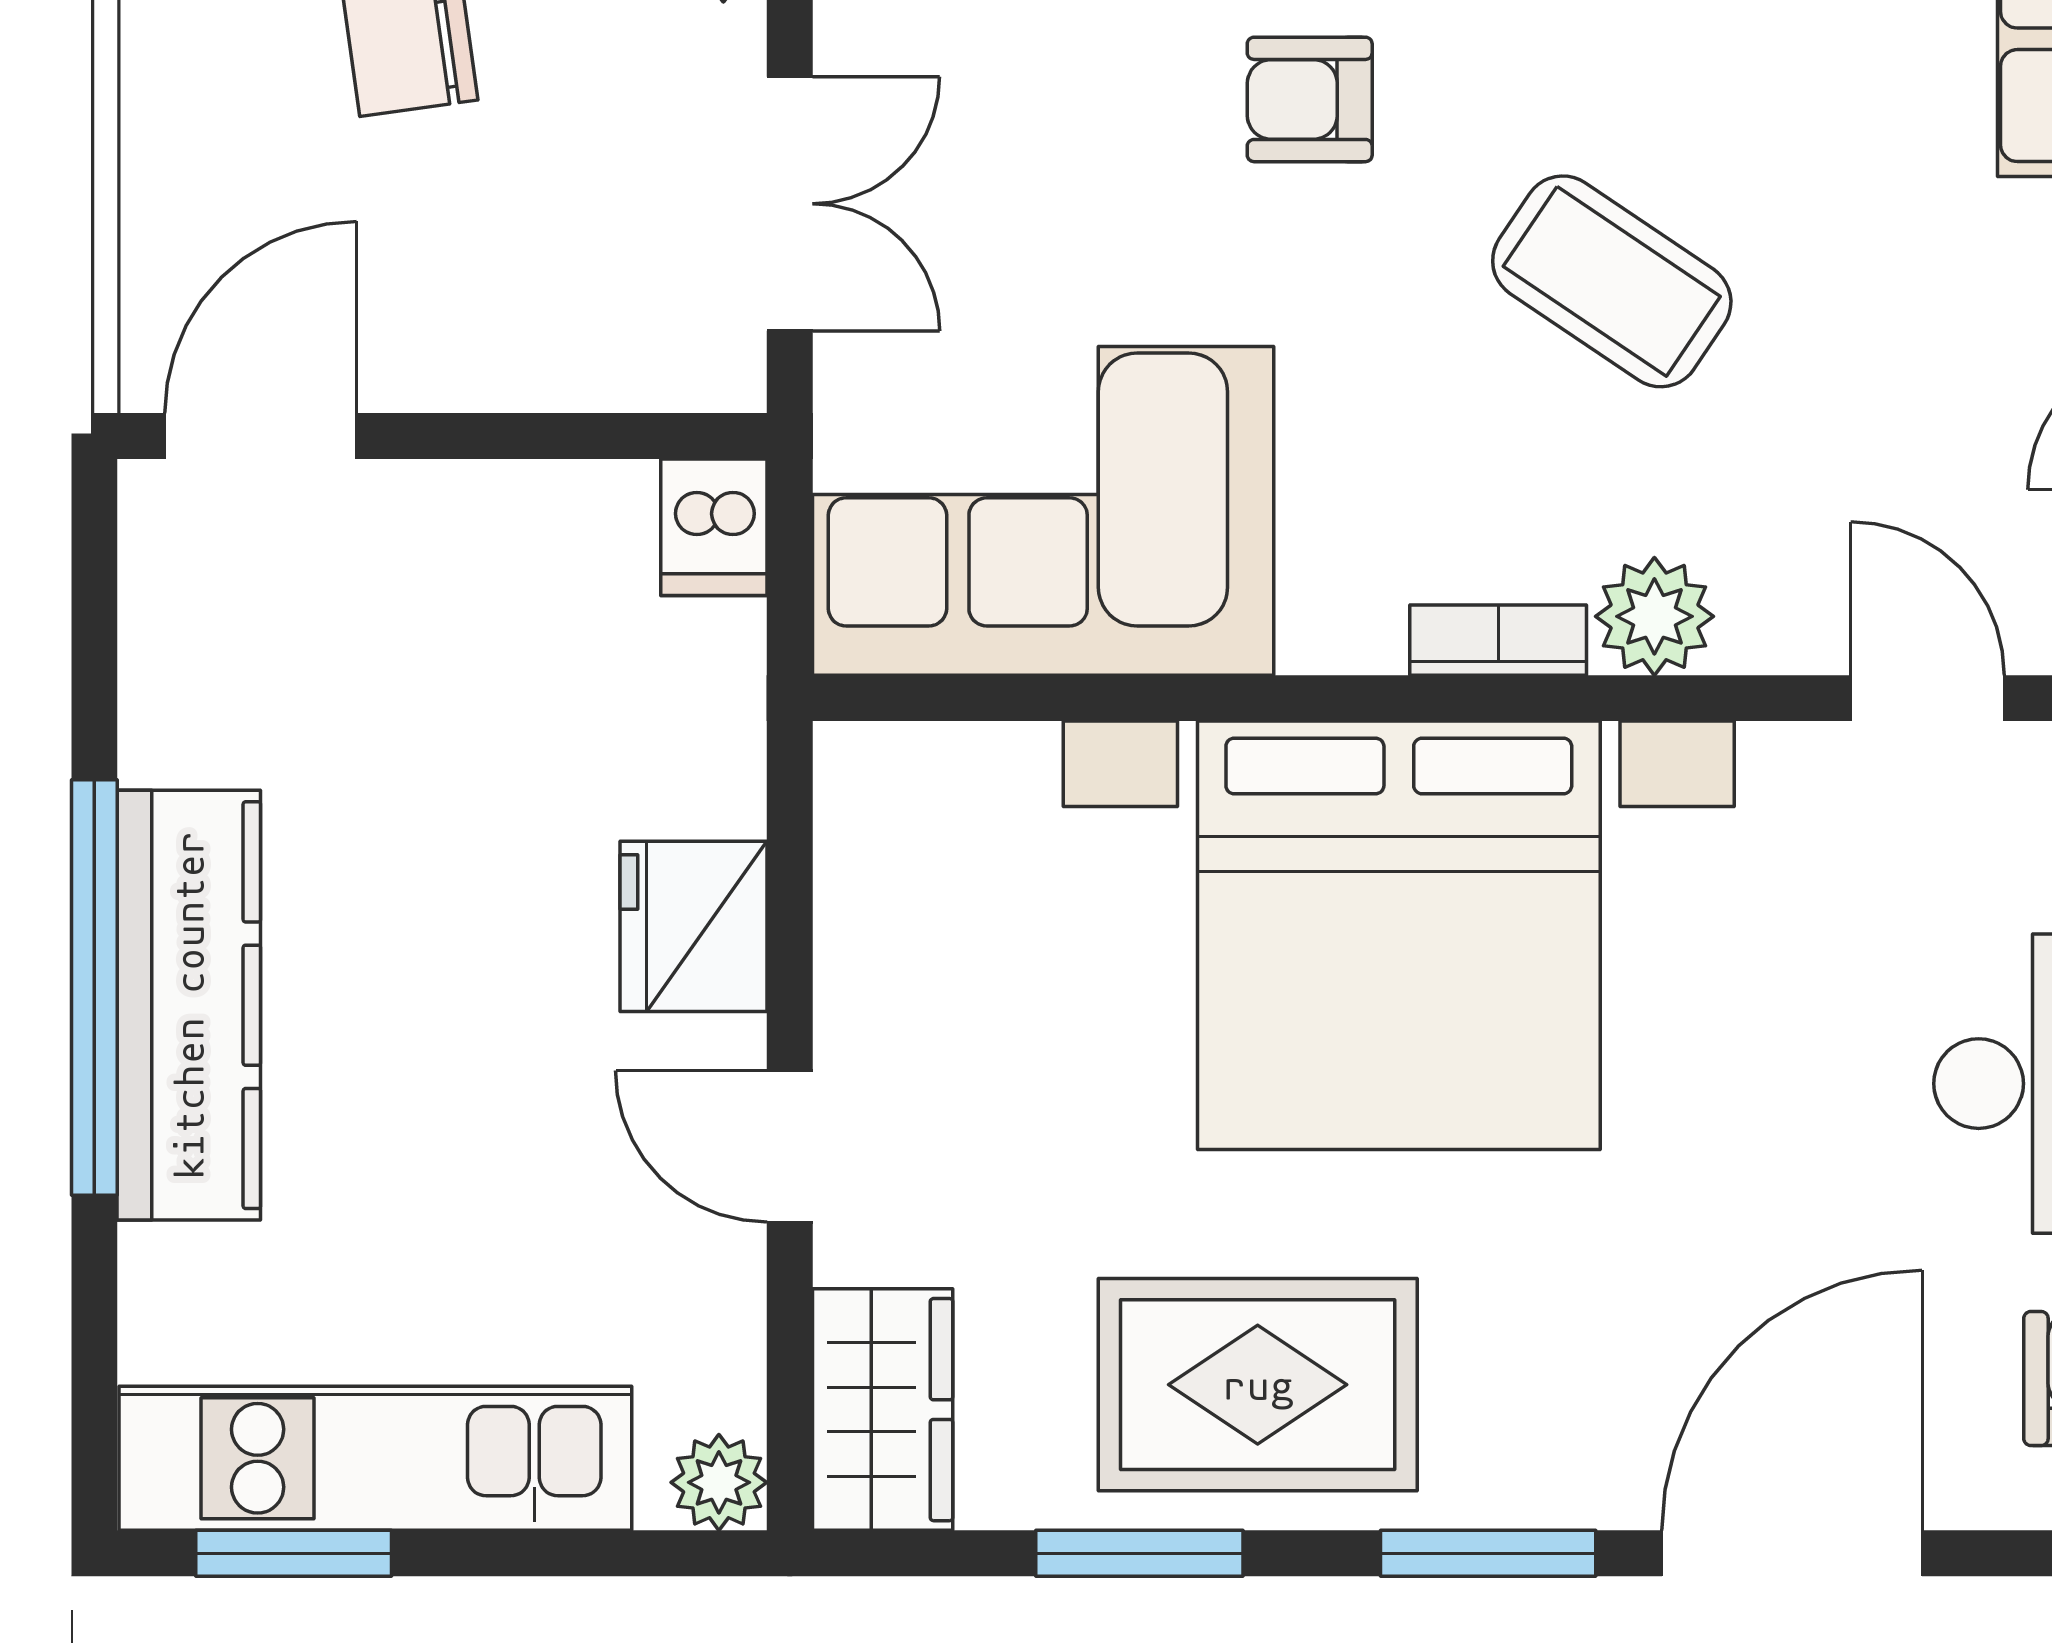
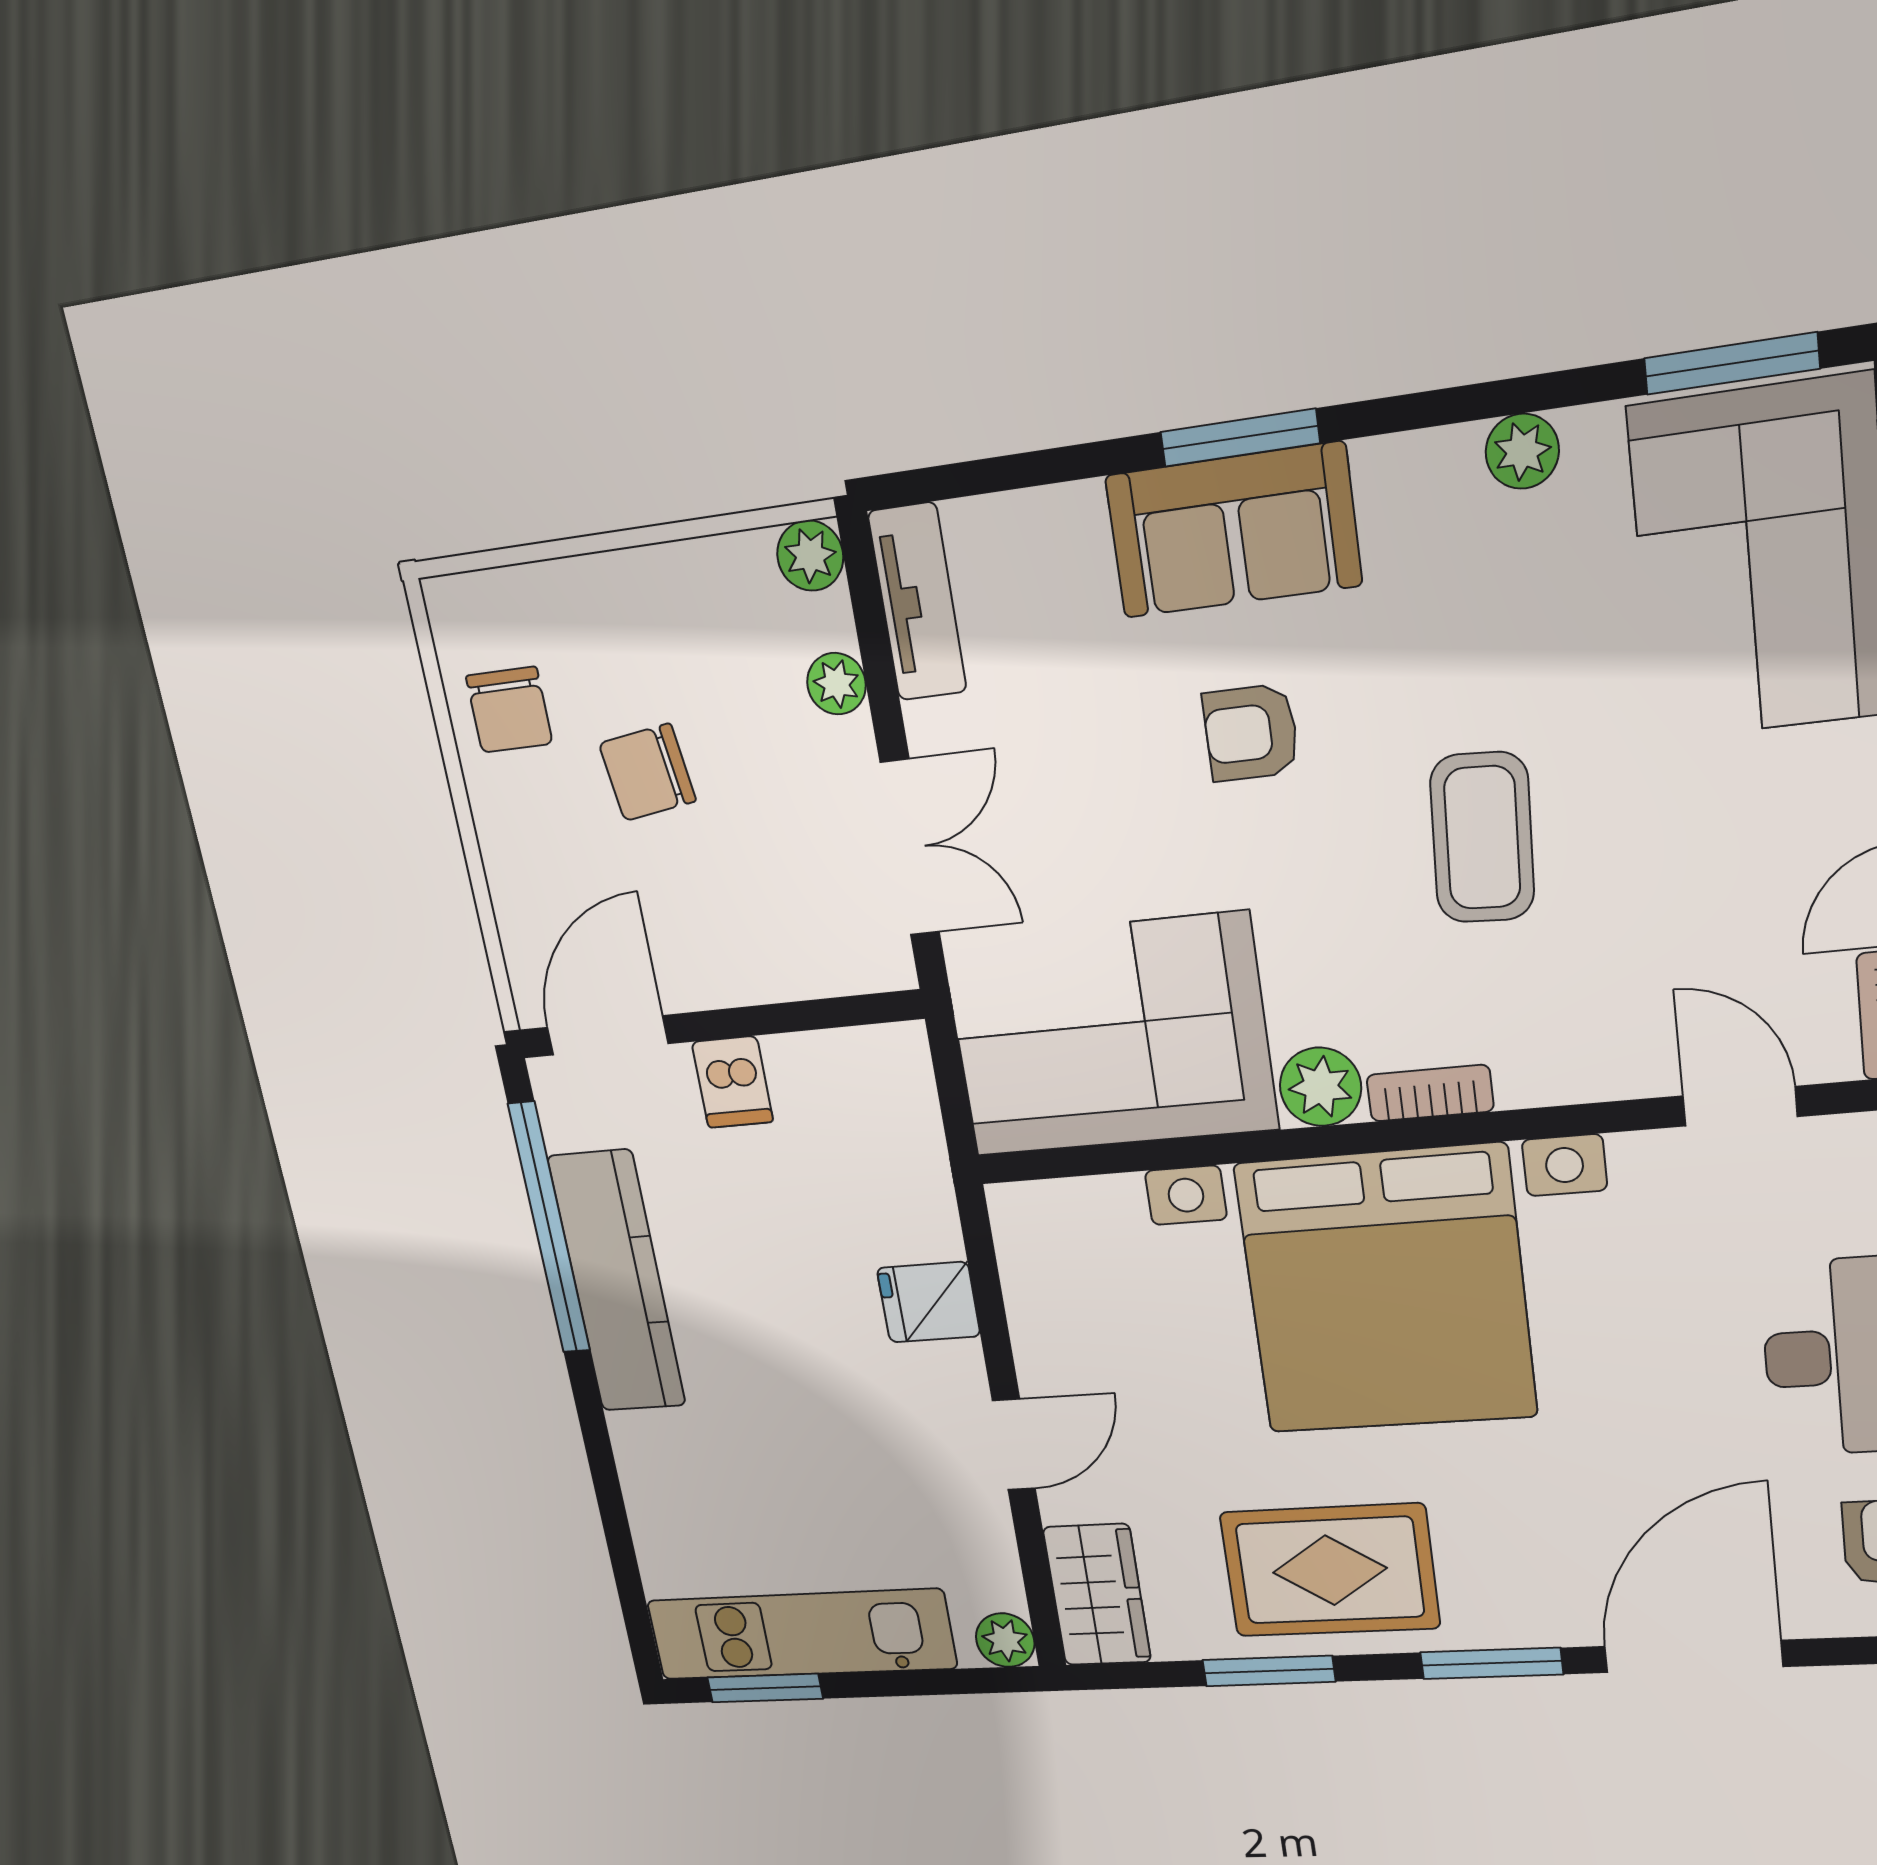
coffee table: (1612, 281) -> (1482, 838), turned 59
dishwasher: (714, 527) -> (732, 1082), moved
plant: (1654, 616) -> (1321, 1087), moved
fridge: (694, 926) -> (929, 1302), width x0.72
window: (94, 988) -> (549, 1228), moved
kitchen counter: (189, 1005) -> (617, 1282), moved
door: (790, 1146) -> (1014, 1444), swing flipped

